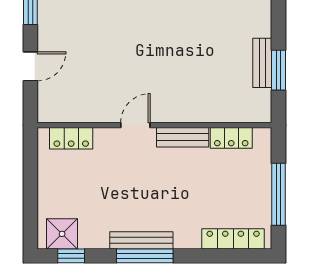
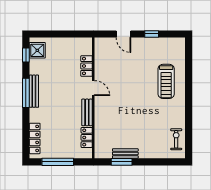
locker: (71, 138) -> (87, 66), moved

